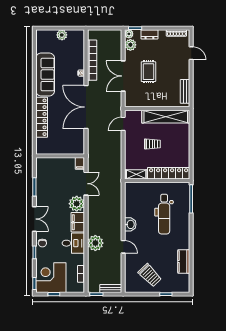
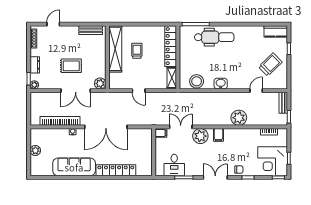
plant: (130, 45) -> (100, 83), moved
door: (123, 124) -> (139, 91), moved
trolley: (152, 144) -> (137, 51), moved
stool: (133, 200) -> (197, 81), added
dental chair: (164, 214) -> (214, 37), moved
filing cabinet: (78, 222) -> (218, 135), width x0.50
desk: (73, 243) -> (174, 165), moved, turned 180
door: (123, 247) -> (256, 91), moved
kitchen counter: (184, 261) -> (276, 31), moved

